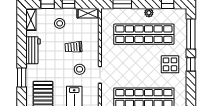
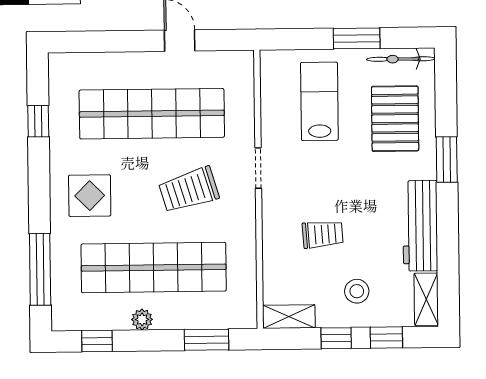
workbench: (33, 50) -> (420, 226), width x1.38
window: (191, 64) -> (38, 121), moved
trolley: (129, 66) -> (189, 190), added
stool: (80, 69) -> (307, 181), removed

